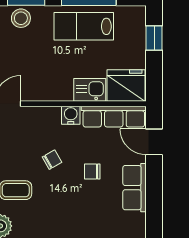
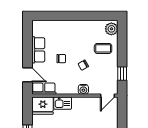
water cooler: (71, 115) -> (83, 89), moved
row of seats: (114, 117) -> (44, 89), width x0.68

